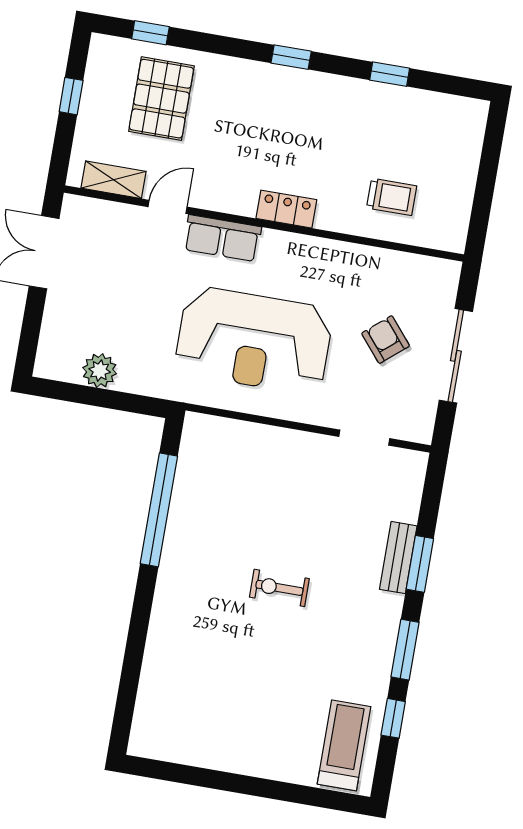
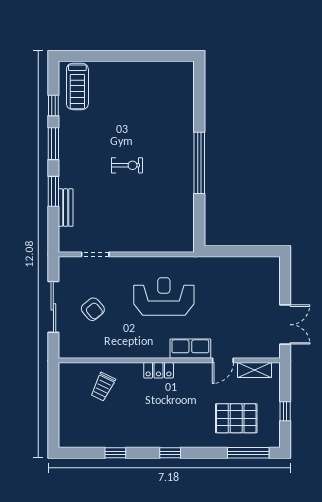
window: (150, 33) -> (248, 453), width x2.17
pallet: (161, 99) -> (236, 418), turned 90
trolley: (392, 197) -> (103, 387), turned -64
reception desk: (254, 340) -> (164, 296), width x0.74, depth x0.77
plant: (100, 371) -> (244, 266), removed
window: (159, 510) -> (199, 163), moved
bench: (398, 558) -> (66, 208), moved

